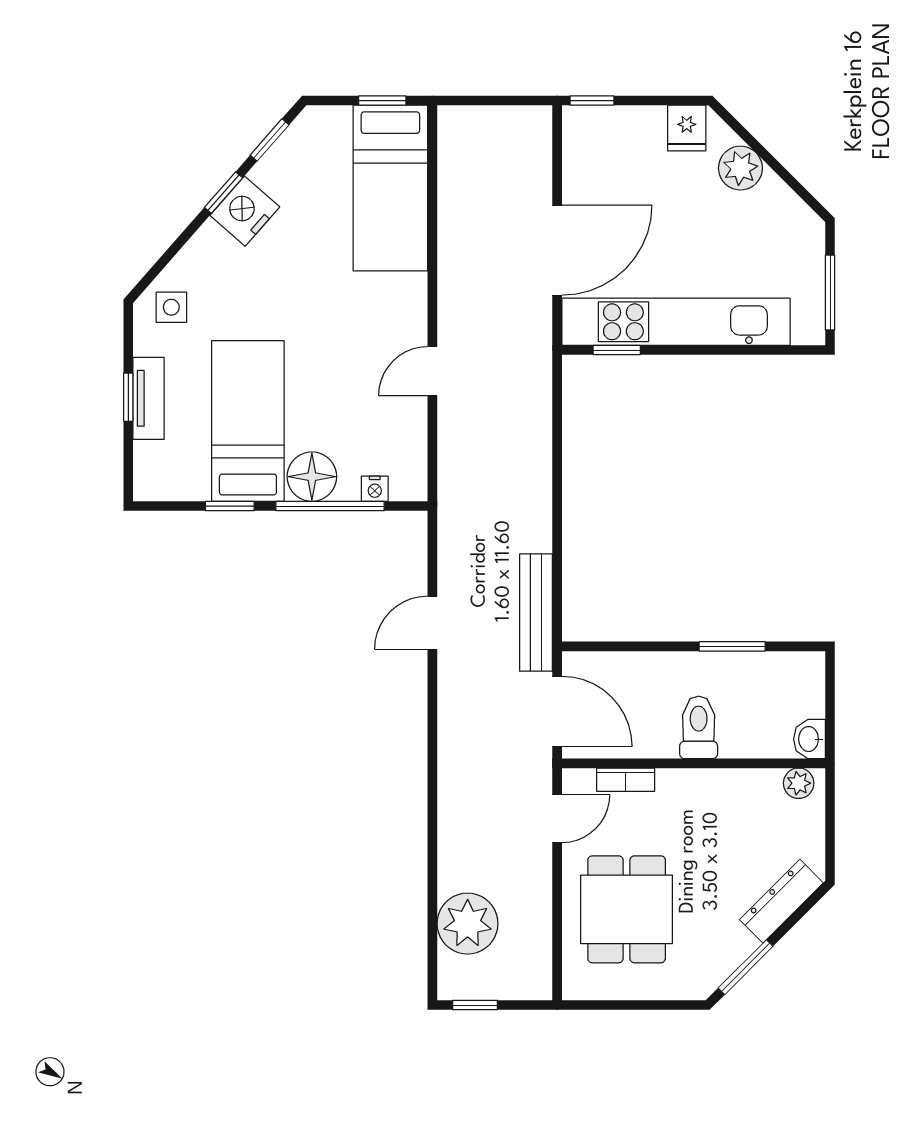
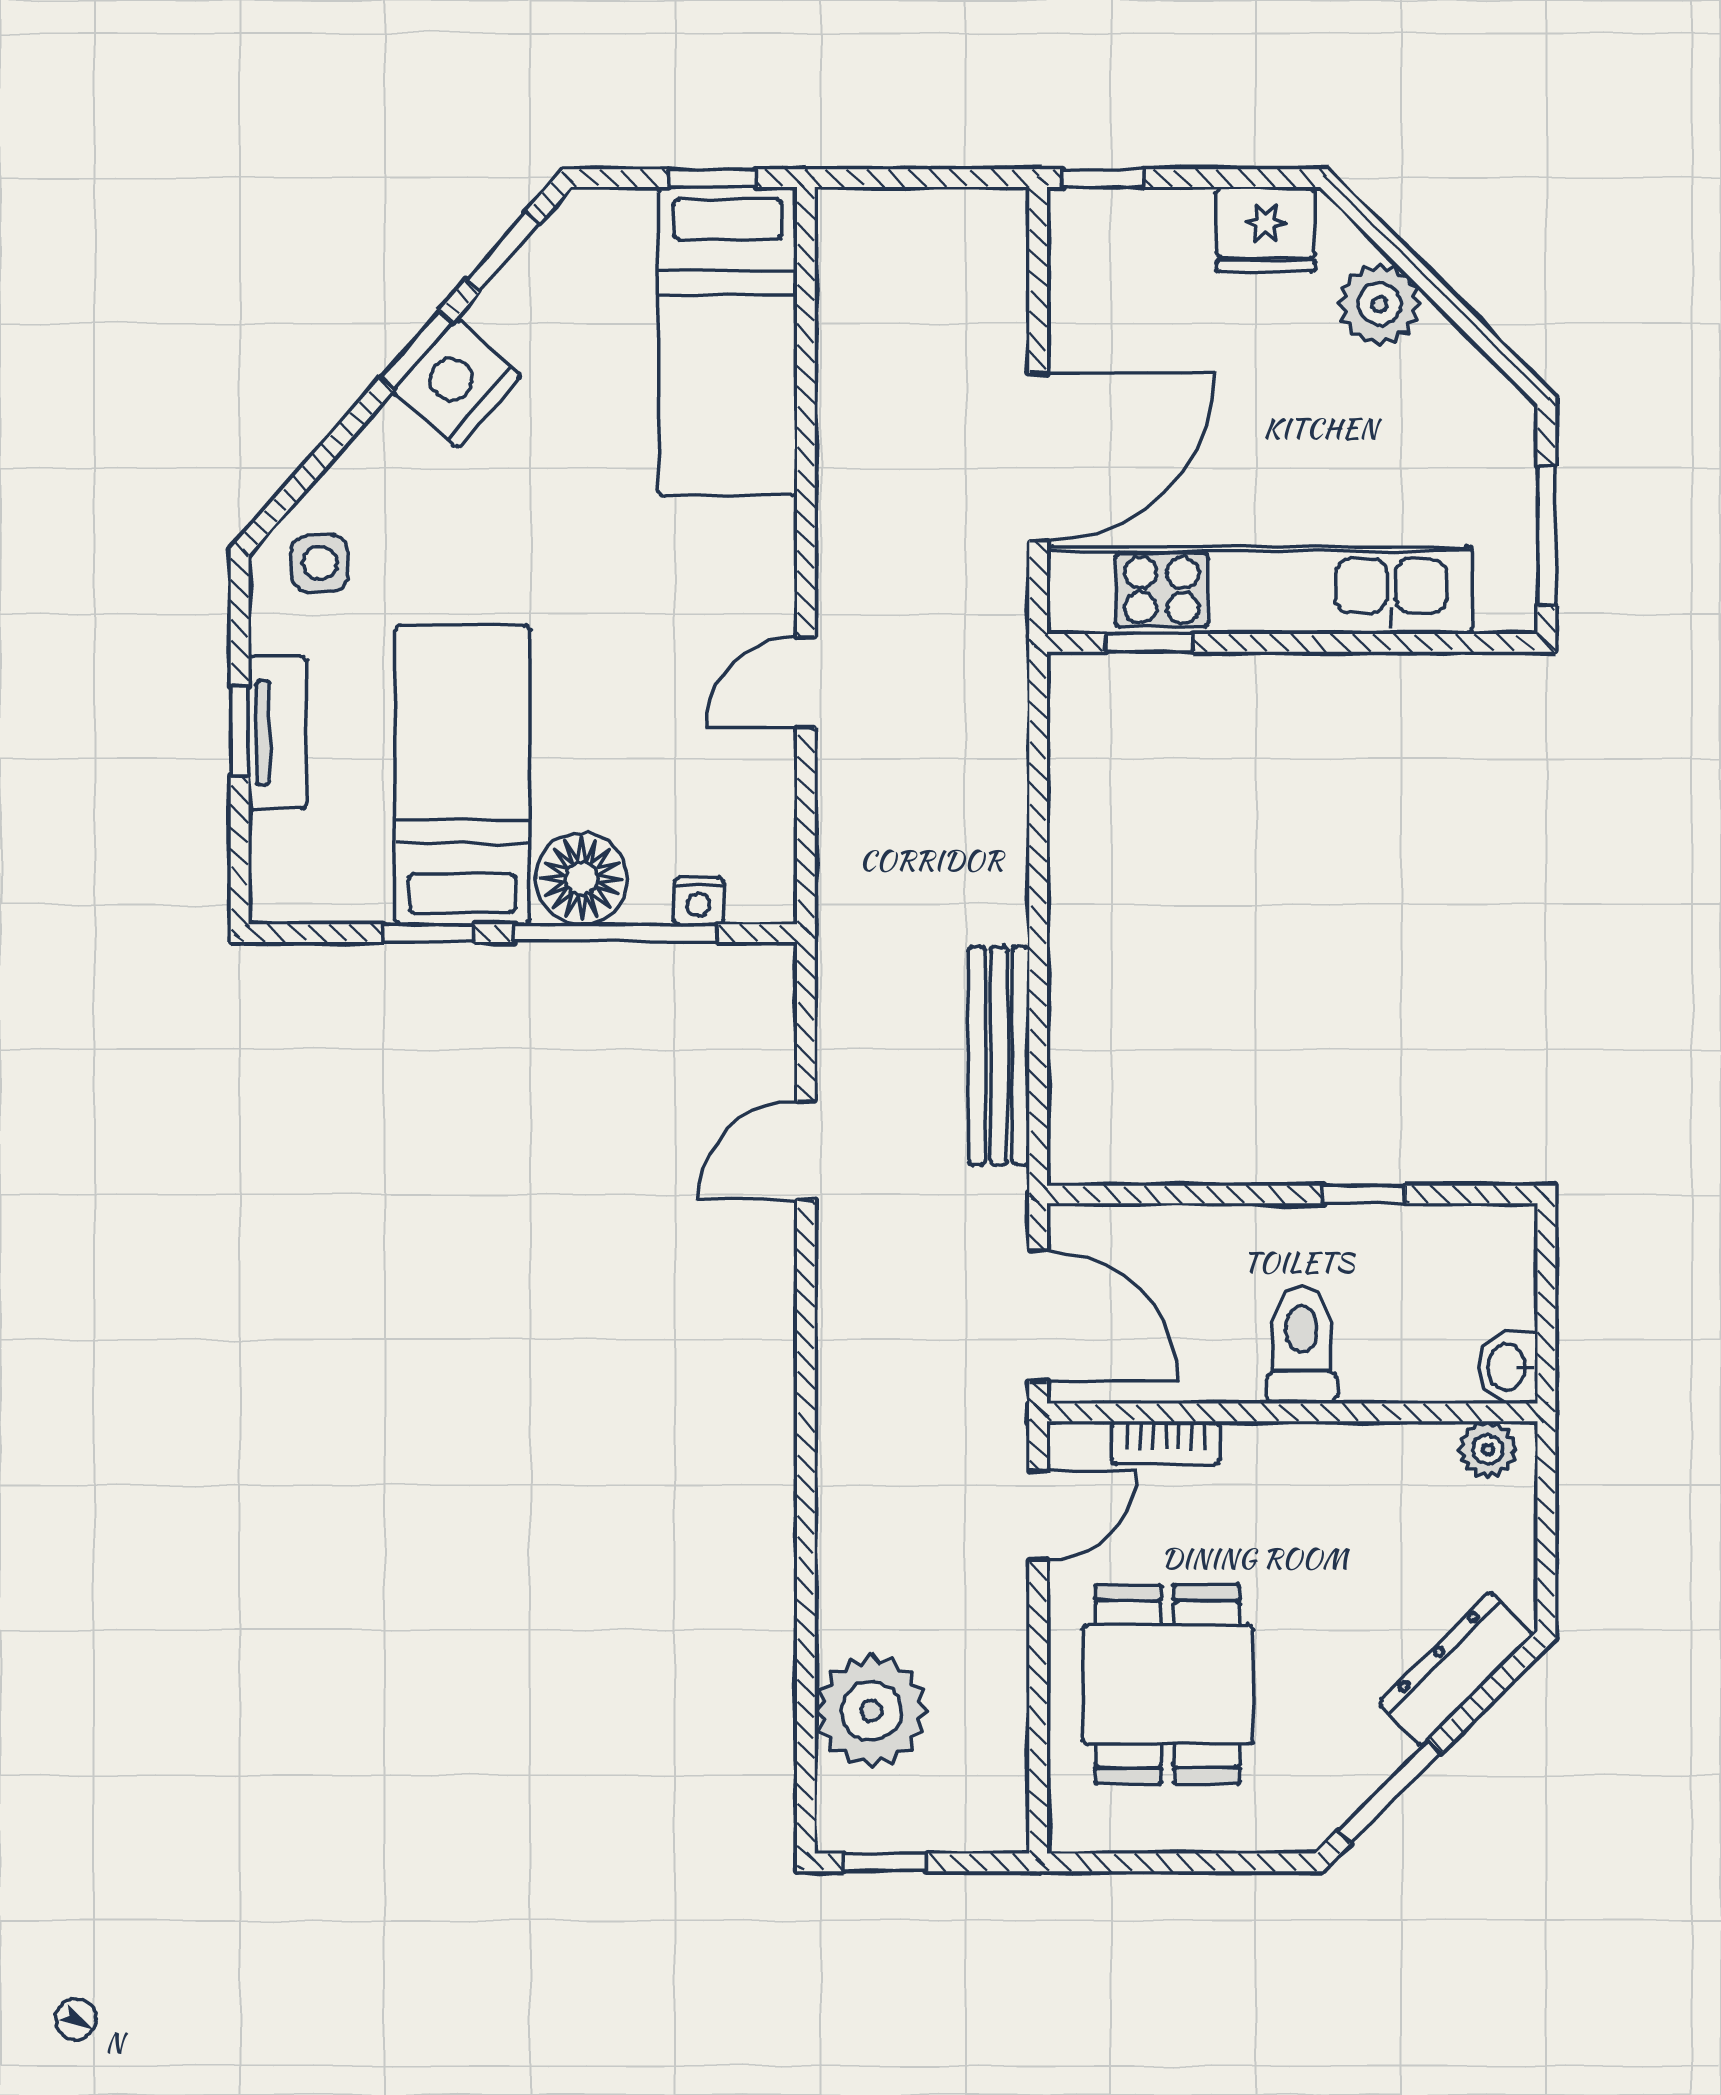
fridge: (687, 128) -> (1266, 229), width x1.38
bench: (536, 613) -> (999, 1056), moved
window: (732, 646) -> (1364, 1195), width x0.67

